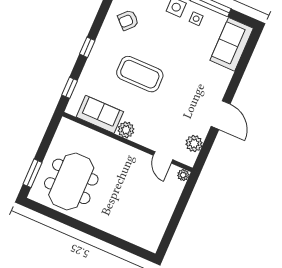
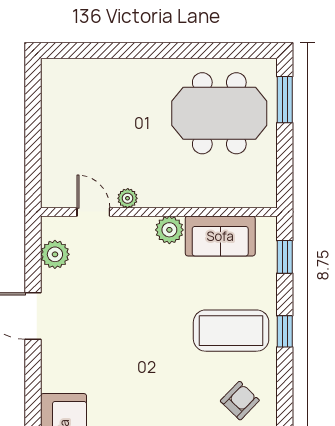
coffee table: (140, 74) -> (231, 331), moved
plant: (183, 175) -> (128, 198), moved
meeting table: (71, 181) -> (219, 113), turned 90

